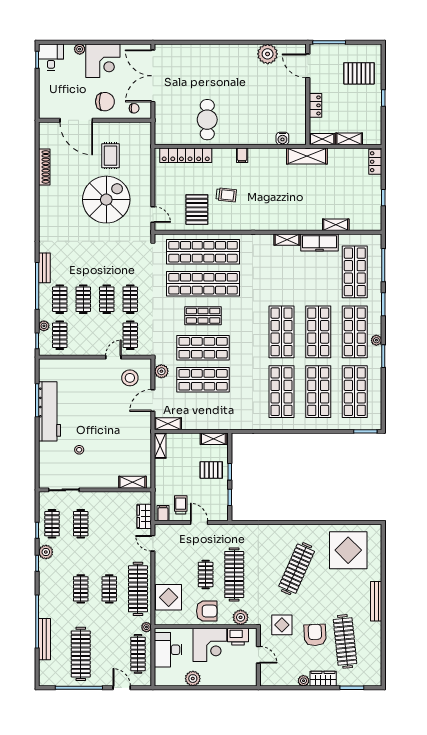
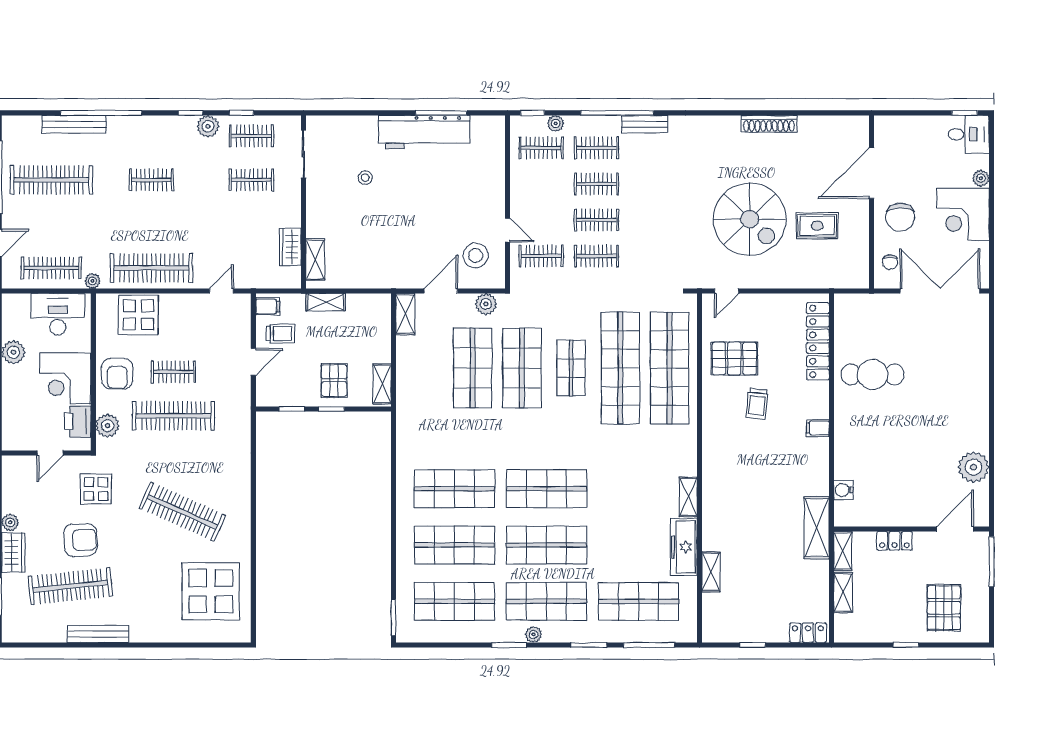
shoe rack: (44, 167) -> (769, 124), moved
door: (153, 400) -> (441, 291), hinge flipped
shelving: (160, 446) -> (326, 302), moved
wardrobe: (144, 516) -> (290, 247), moved, turned -90
clothes rail: (109, 589) -> (151, 224), removed
bench: (376, 601) -> (98, 634), moved

